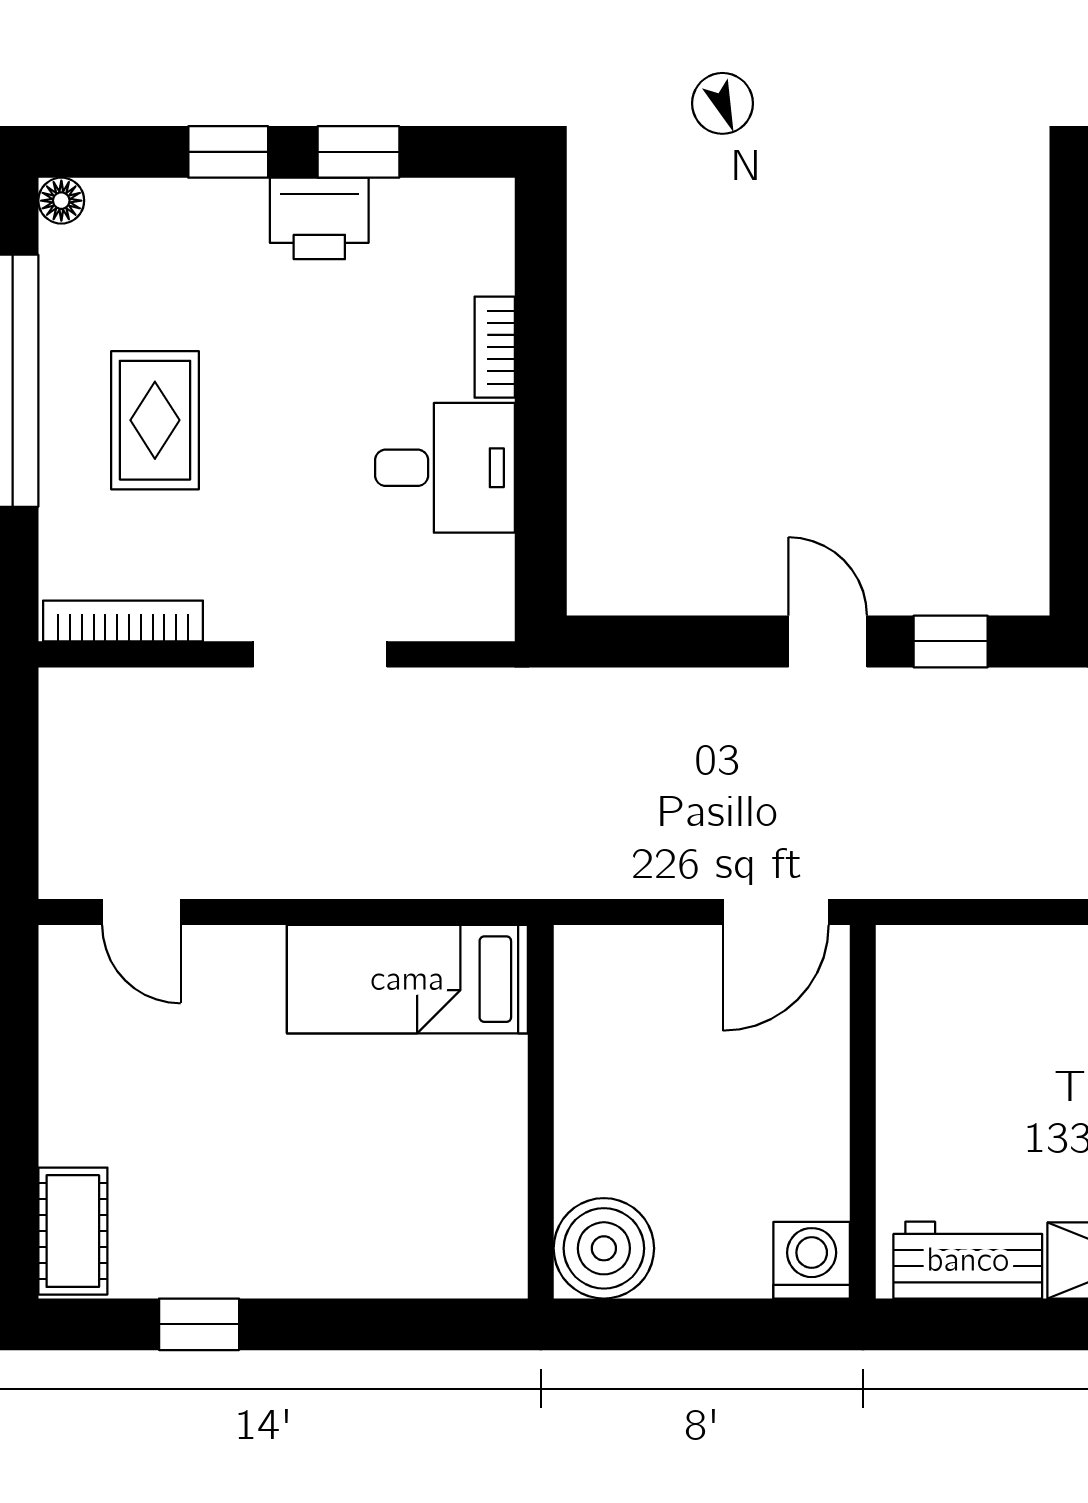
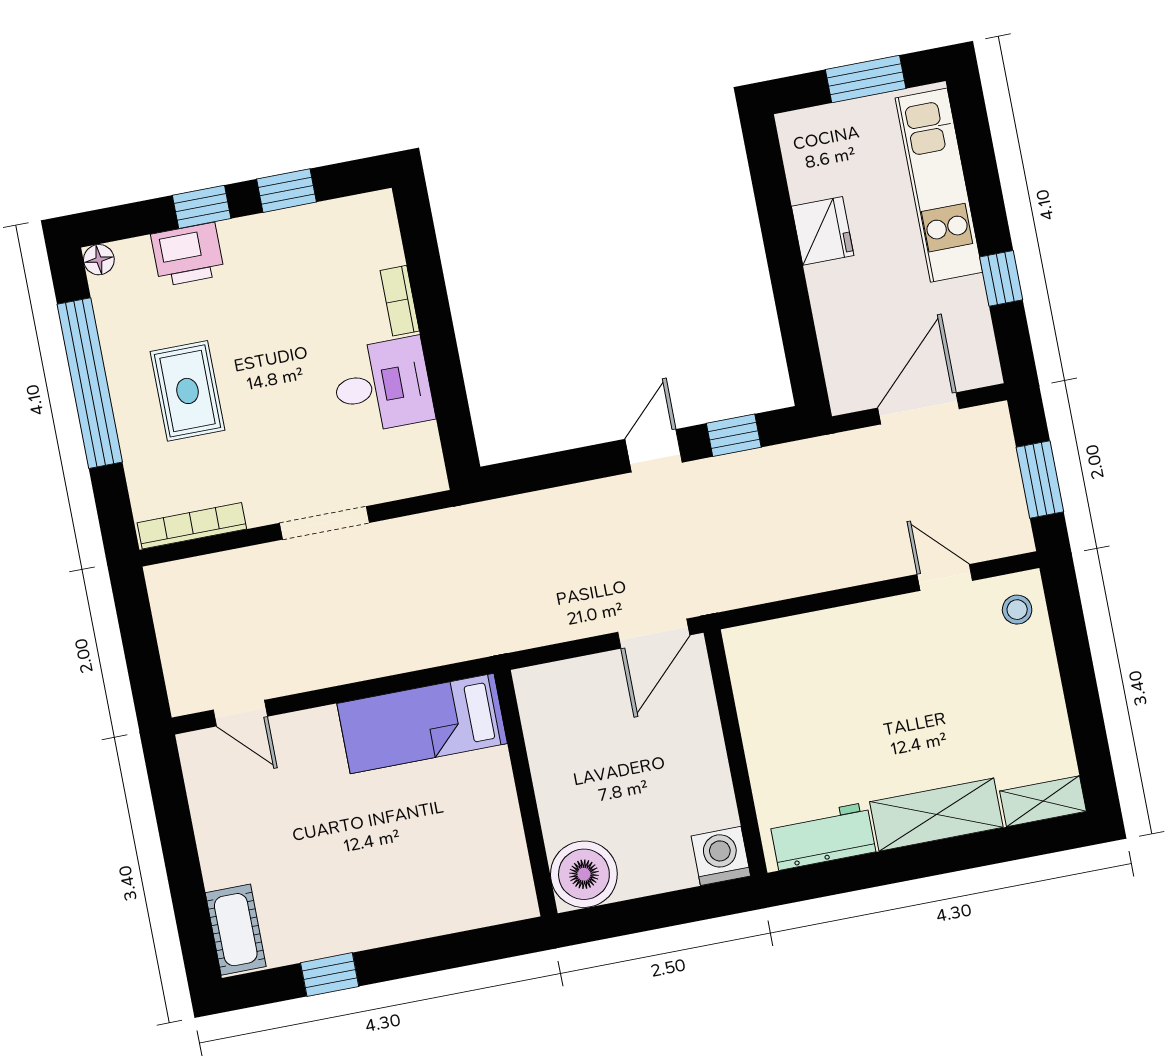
printer: (319, 218) -> (188, 255), moved
door: (828, 641) -> (654, 451), hinge flipped

